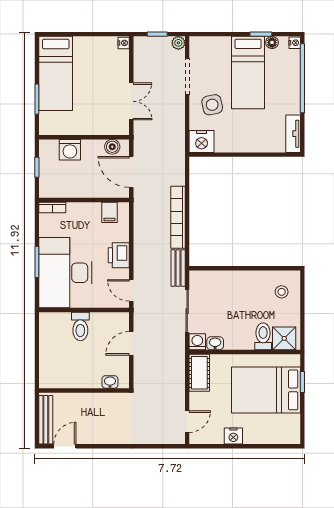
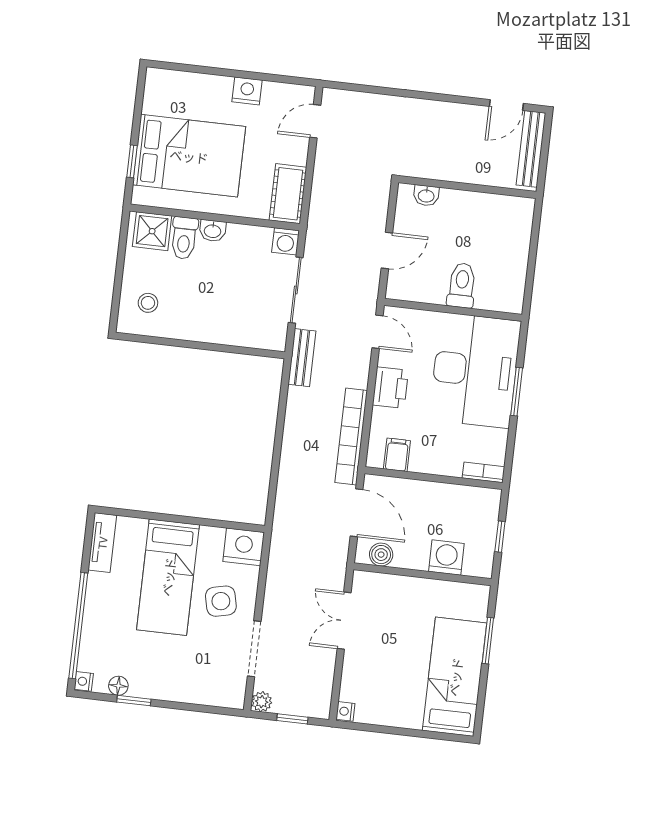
bed: (248, 73) -> (168, 577), moved, turned 180
bookcase: (178, 217) -> (351, 437), moved, turned 180
washbasin: (215, 343) -> (213, 231), moved

